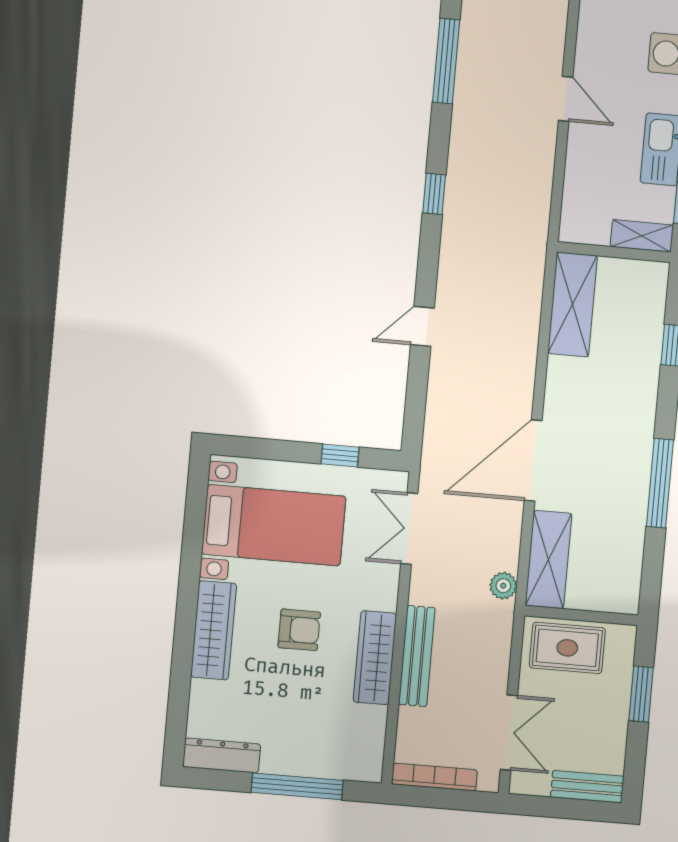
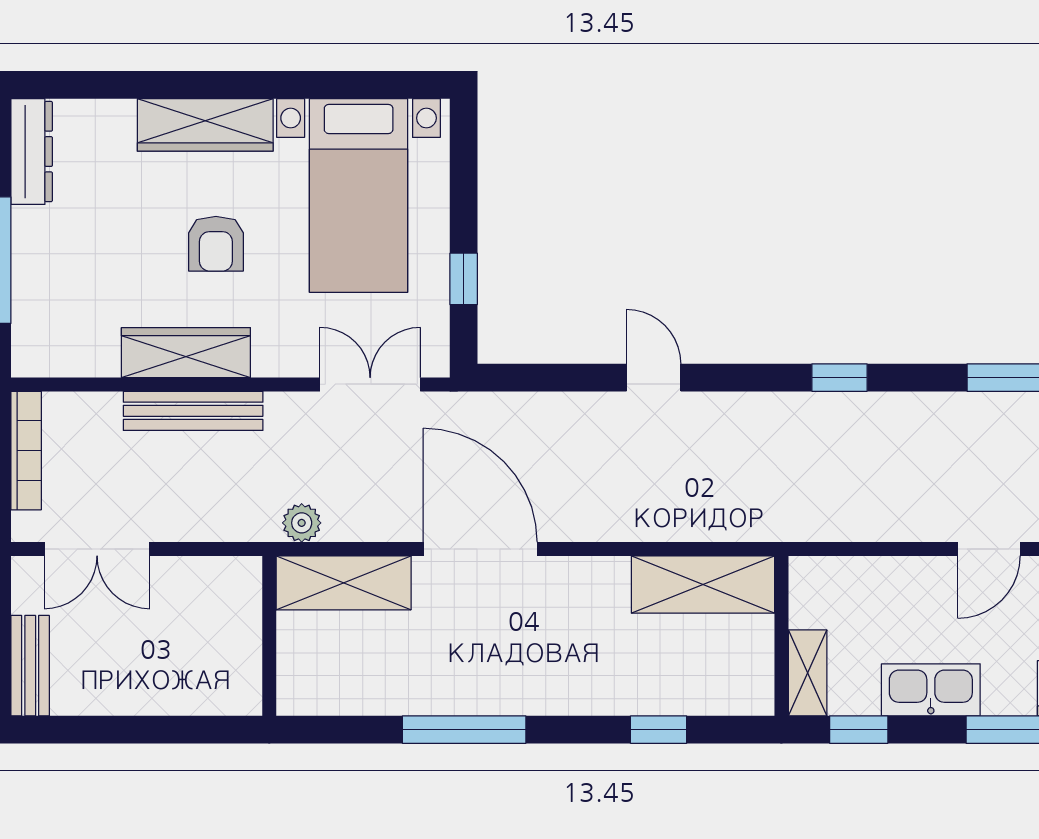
rug: (567, 648) -> (222, 620), removed
window: (641, 694) -> (166, 730), removed

